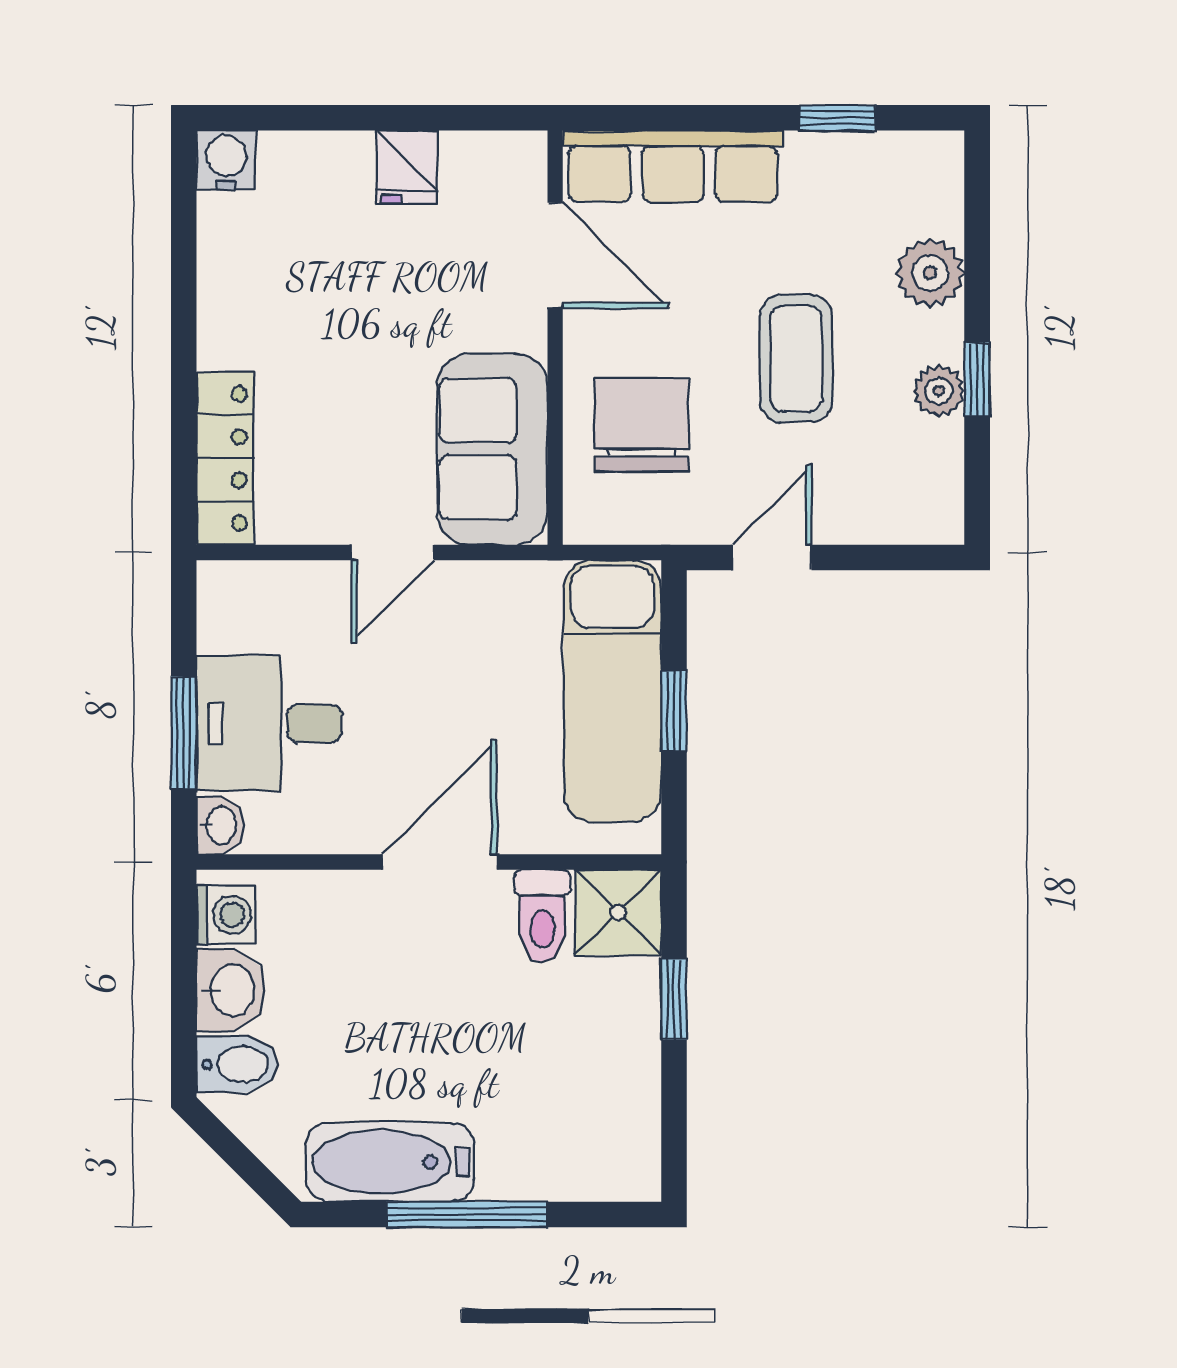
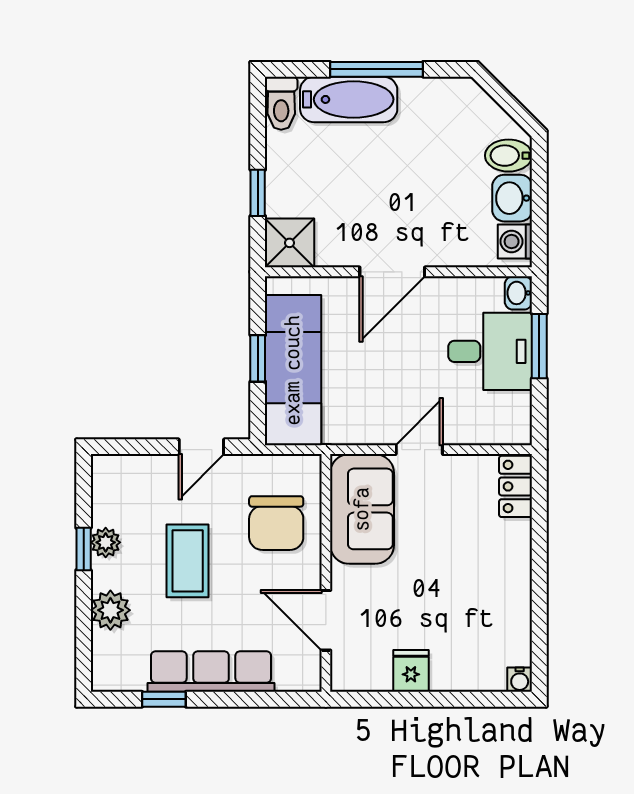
water cooler: (226, 160) -> (520, 680), width x0.72, depth x0.72
row of seats: (673, 166) -> (211, 672), moved
locker: (225, 459) -> (516, 486), width x0.66
toilet: (542, 916) -> (281, 103), moved, turned 180
bathtub: (390, 1162) -> (349, 99), moved

